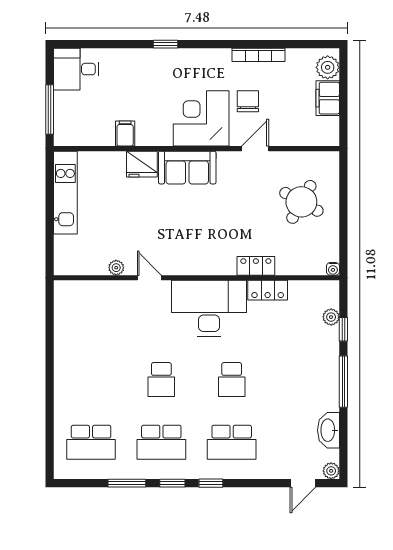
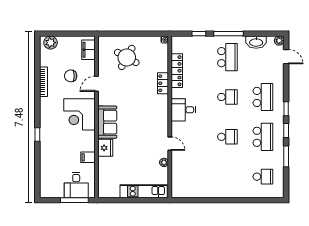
desk: (76, 69) -> (76, 185), moved
filing cabinet: (328, 98) -> (89, 50), moved, turned 90
chair: (248, 101) -> (71, 76), moved
door: (255, 149) -> (97, 84), hinge flipped
kitchen unit: (65, 193) -> (144, 191), moved
door: (149, 278) -> (170, 144), swing flipped
locker: (268, 290) -> (177, 71), width x1.53
desk: (209, 308) -> (183, 110), width x0.53, depth x0.77
plant: (331, 317) -> (192, 41), removed
school desk: (302, 380) -> (227, 57), added
school desk: (91, 442) -> (263, 177), width x0.54

